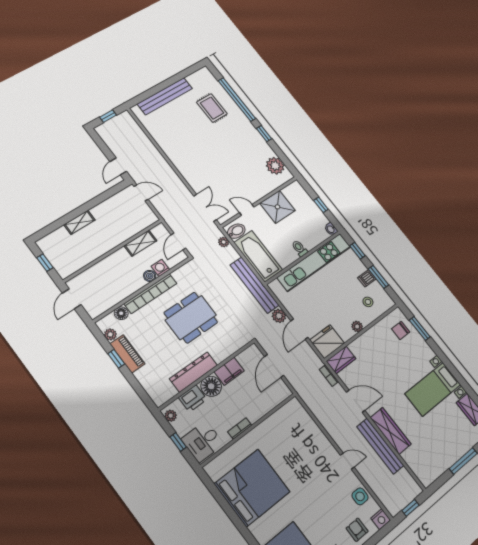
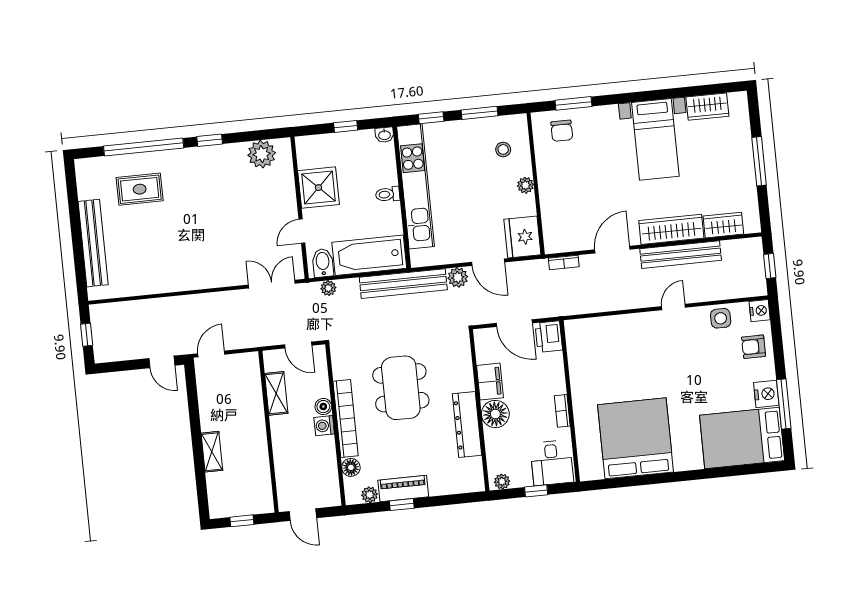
washing machine: (160, 268) -> (324, 426), moved
dishwasher: (367, 278) -> (473, 130), removed
wardrobe: (341, 360) -> (723, 225), moved, turned -90
printer: (193, 398) -> (549, 337), moved, turned 180

